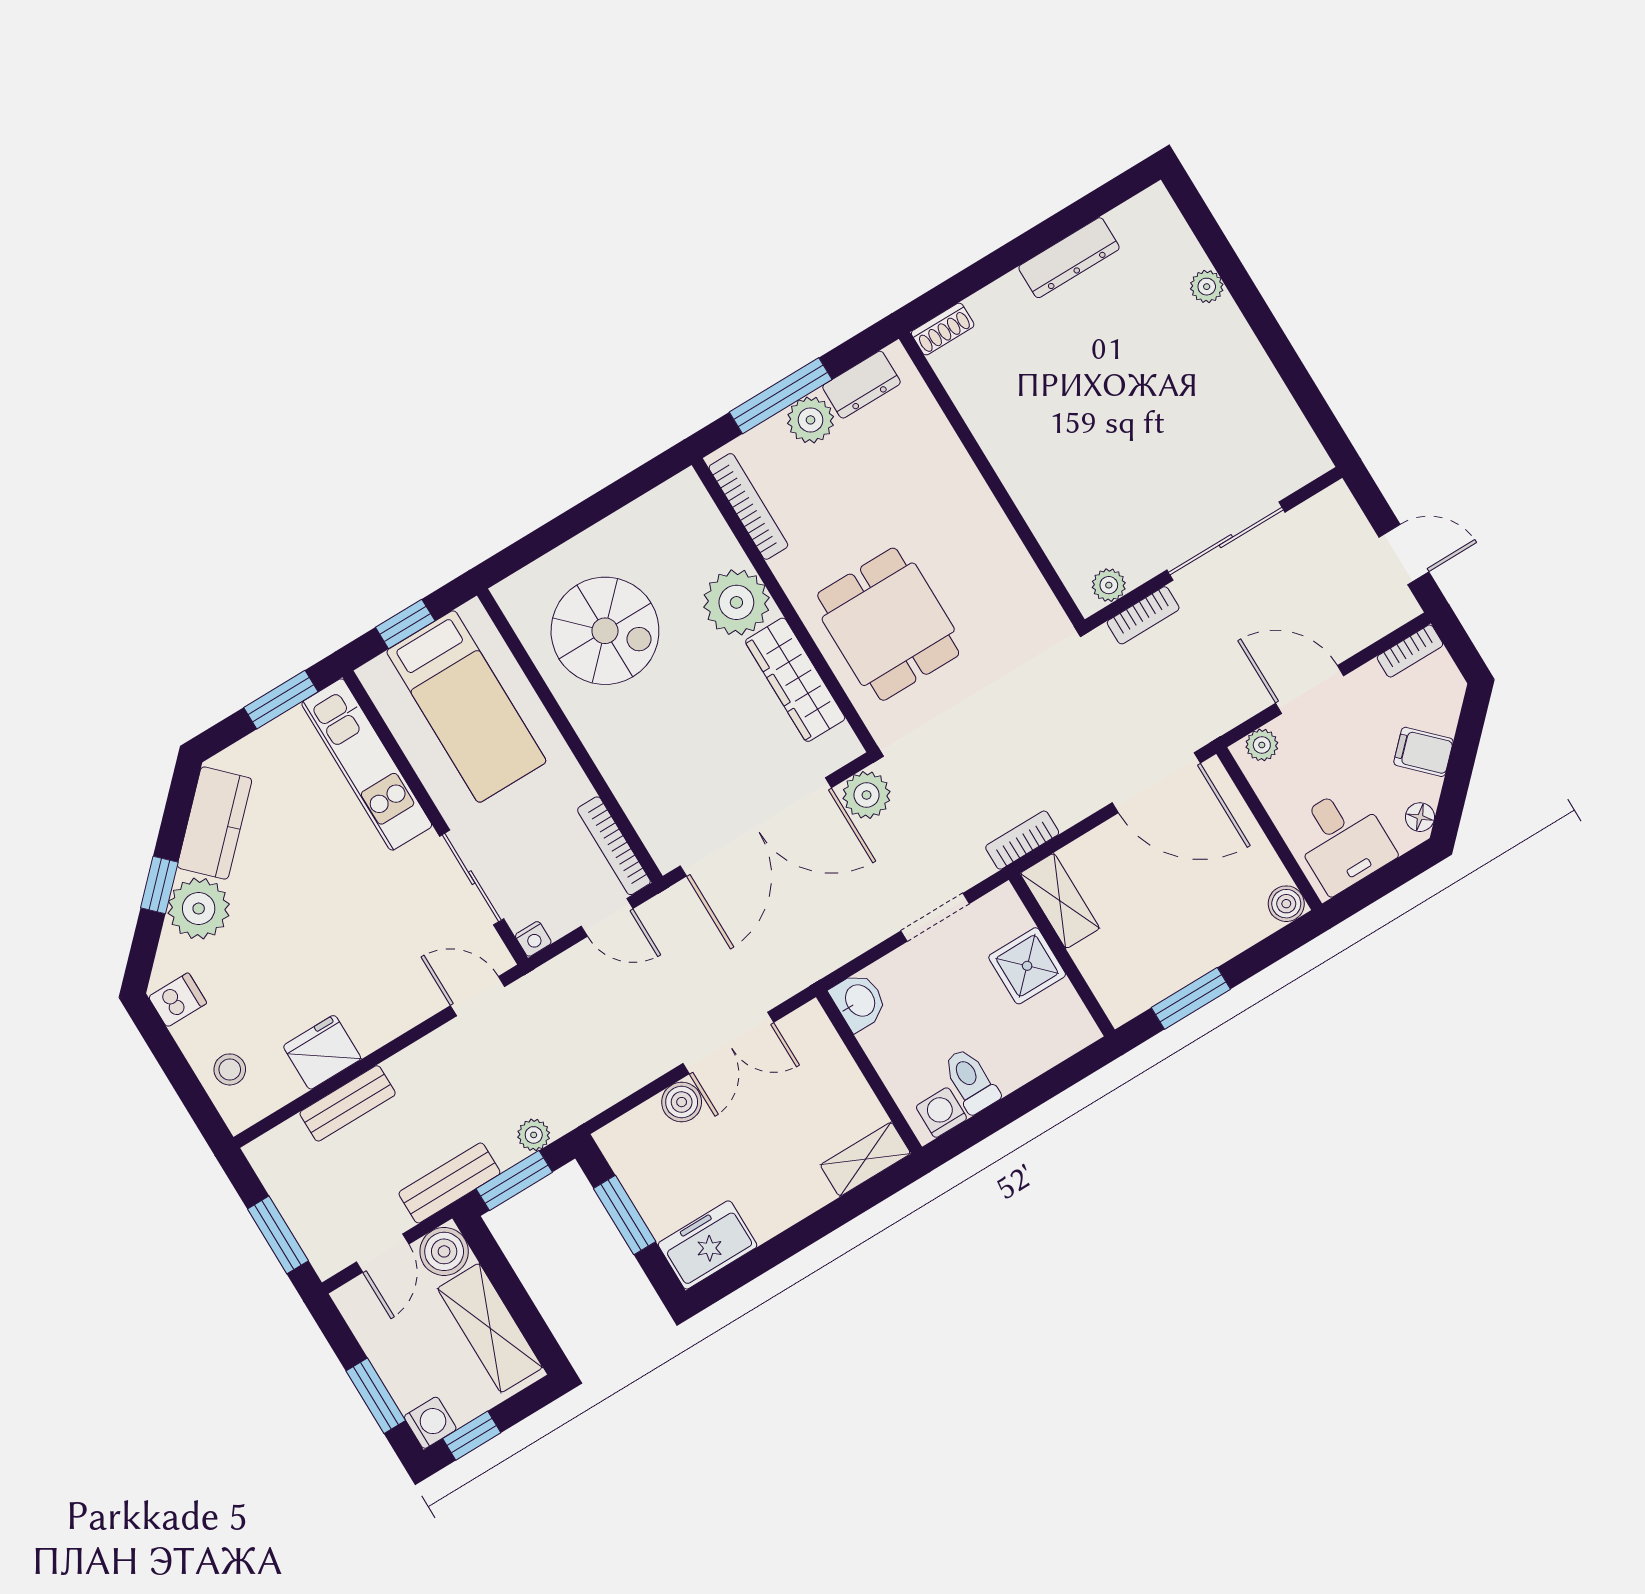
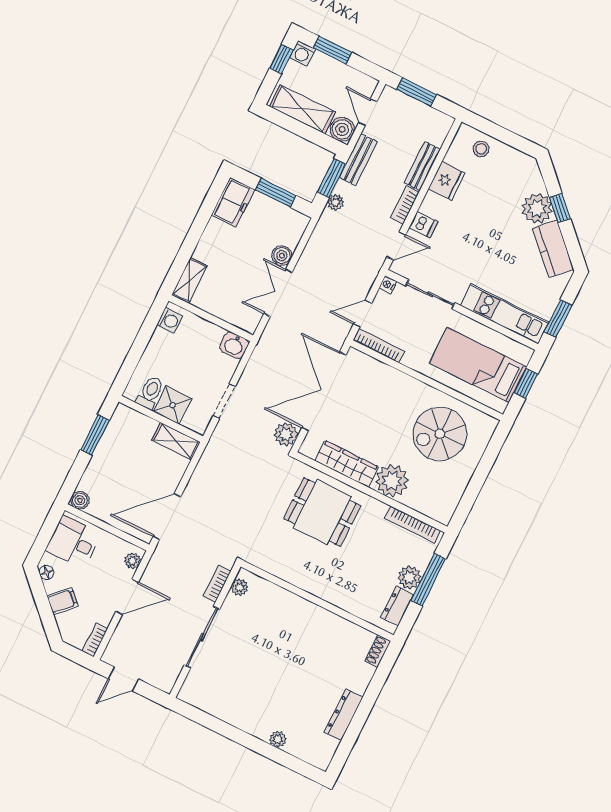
bookcase: (1022, 840) -> (405, 205), moved, turned 180
dishwasher: (178, 1000) -> (423, 225), moved, turned -90
toilet: (971, 1081) -> (150, 393), moved, turned -90

